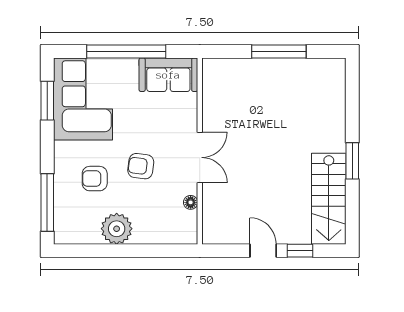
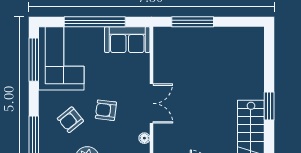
window: (279, 51) -> (193, 22), moved
window: (47, 101) -> (34, 60), width x1.44
armchair: (95, 179) -> (70, 120), turned -39

